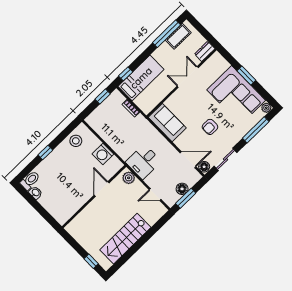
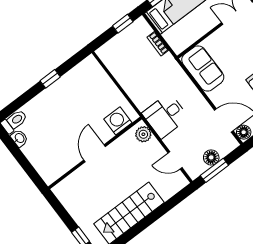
stool: (76, 141) -> (80, 77), removed
window: (45, 152) -> (50, 79), moved
washing machine: (103, 154) -> (118, 121), moved, turned 90
door: (102, 189) -> (95, 153), moved

